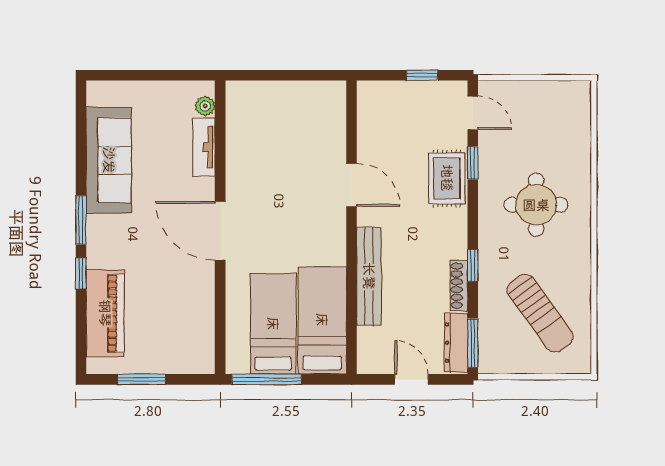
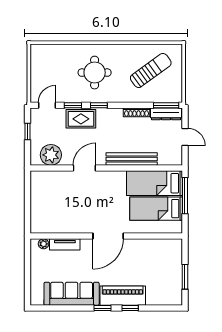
plant: (377, 120) -> (51, 155), added
window: (81, 220) -> (102, 308), width x0.67
window: (473, 265) -> (99, 105), moved
piano: (105, 313) -> (123, 296), moved
window: (267, 379) -> (185, 196), moved
door: (412, 379) -> (185, 137), swing flipped

